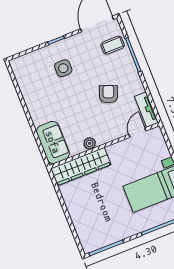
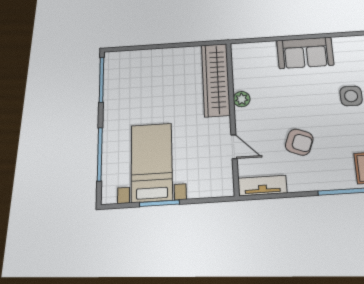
door: (137, 133) -> (234, 147), moved
sofa: (53, 142) -> (305, 53), moved

